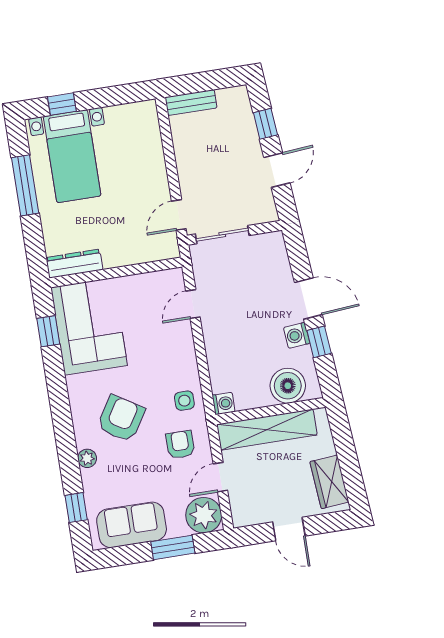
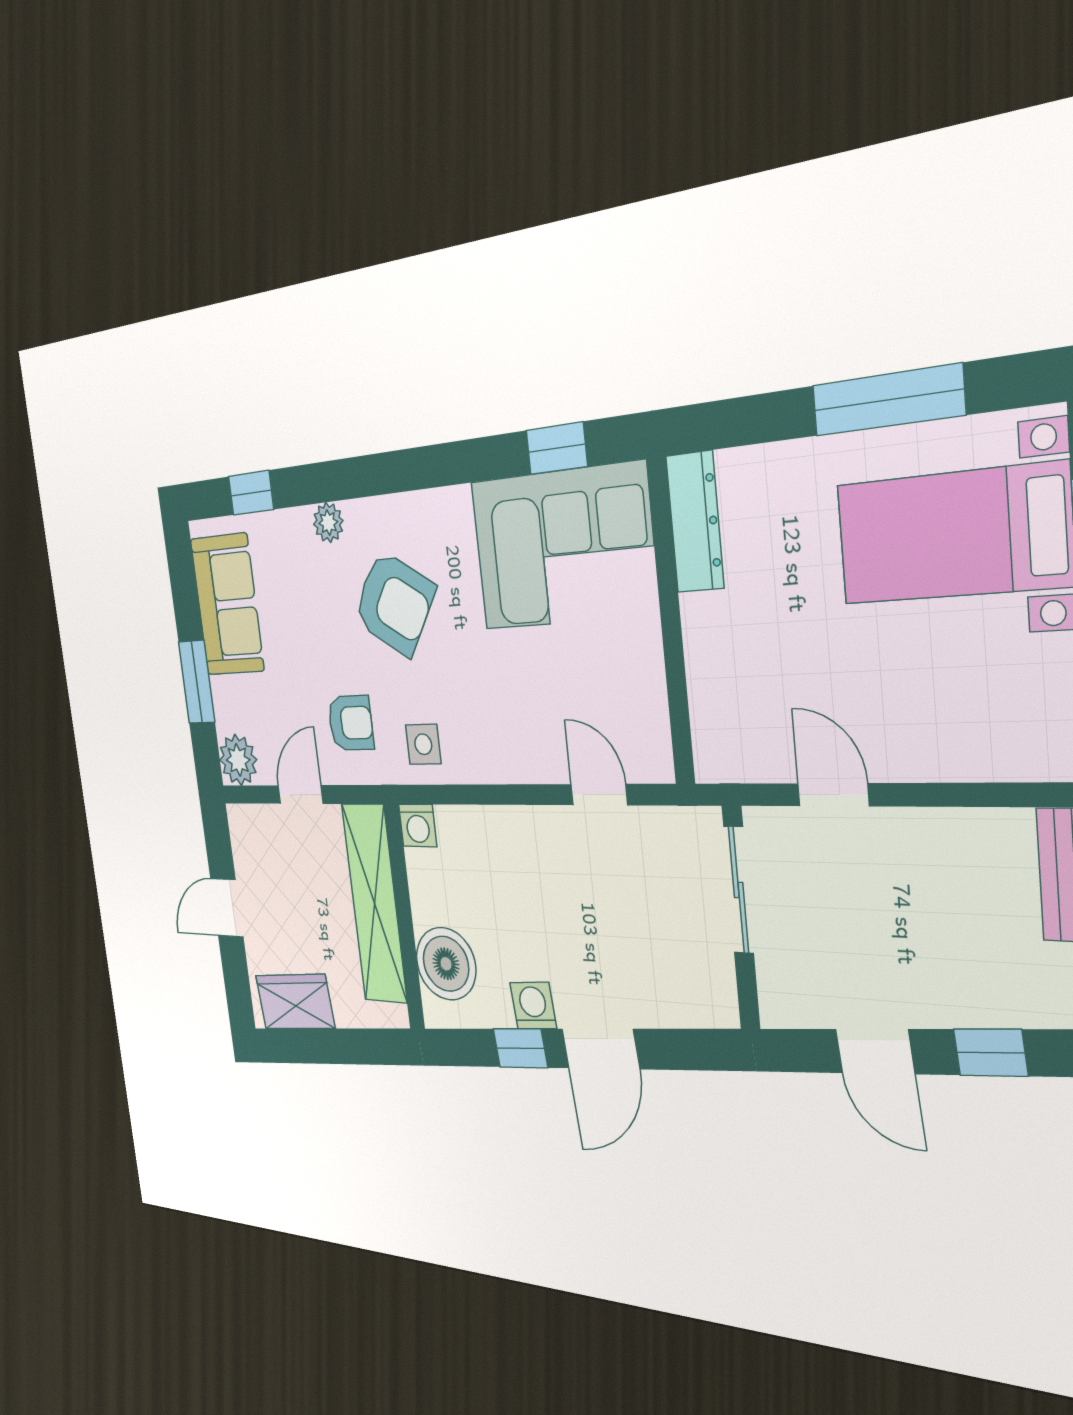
door: (179, 215) -> (833, 795), moved
door: (220, 477) -> (300, 795), hinge flipped
plant: (204, 515) -> (238, 760), width x0.73, depth x0.73

